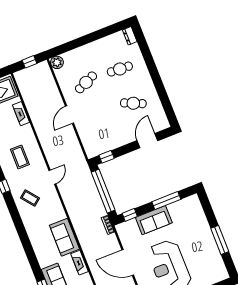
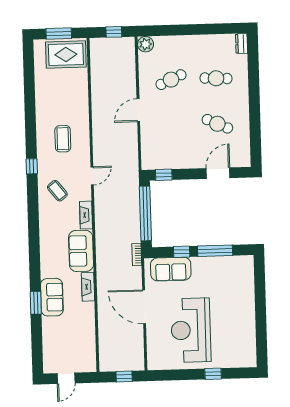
fireplace: (21, 114) -> (86, 215), moved
window: (130, 215) -> (182, 252), moved
sofa: (154, 220) -> (171, 269), moved
window: (220, 240) -> (261, 319), removed

